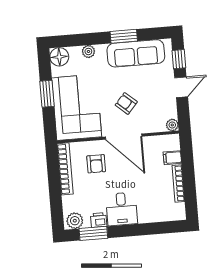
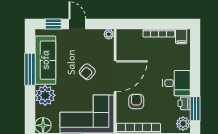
window: (124, 36) -> (30, 69), width x1.44
plant: (88, 51) -> (45, 95), width x1.88, depth x1.88
filing cabinet: (172, 158) -> (181, 36), moved
armchair: (96, 164) -> (136, 101), turned -90

